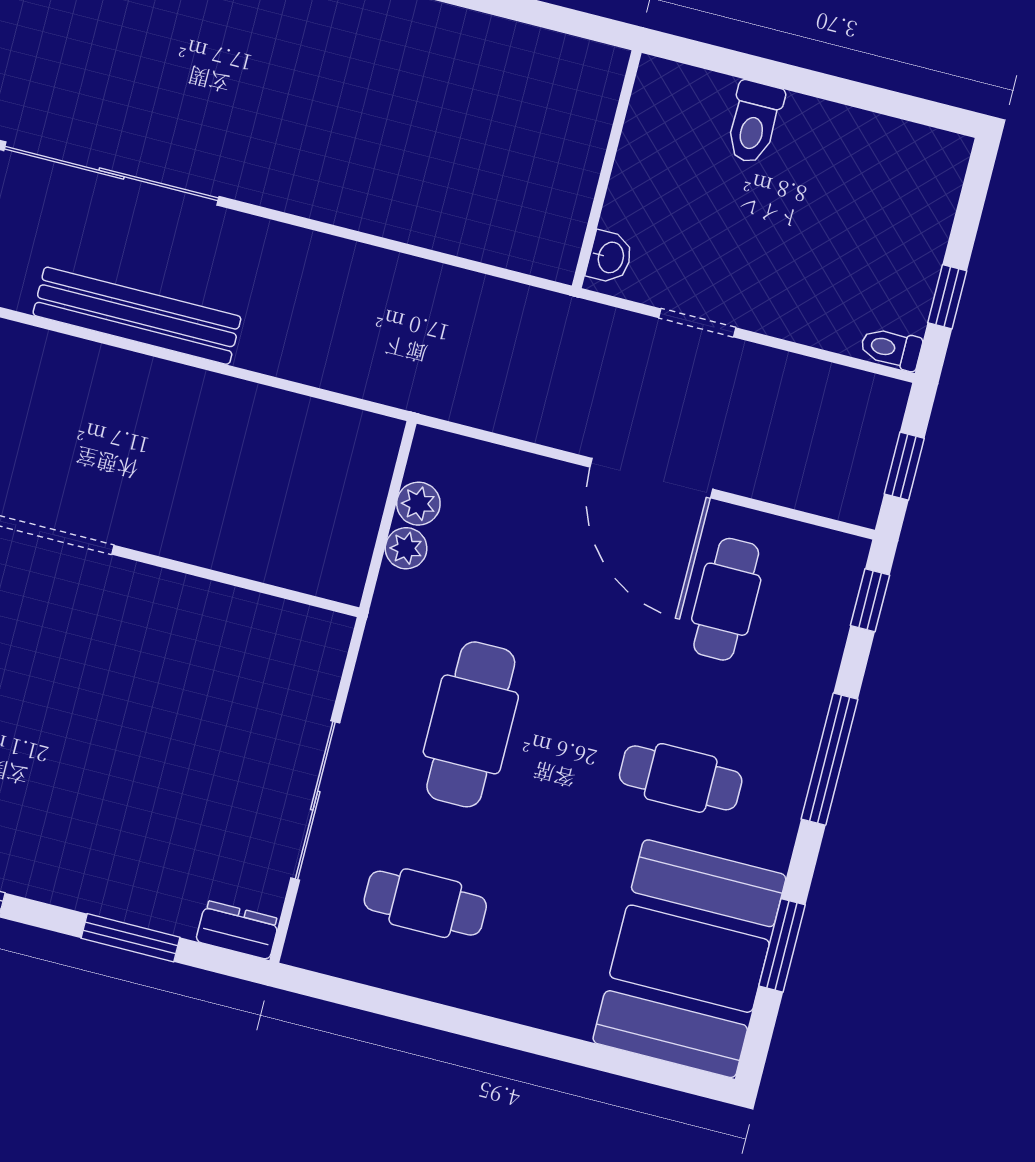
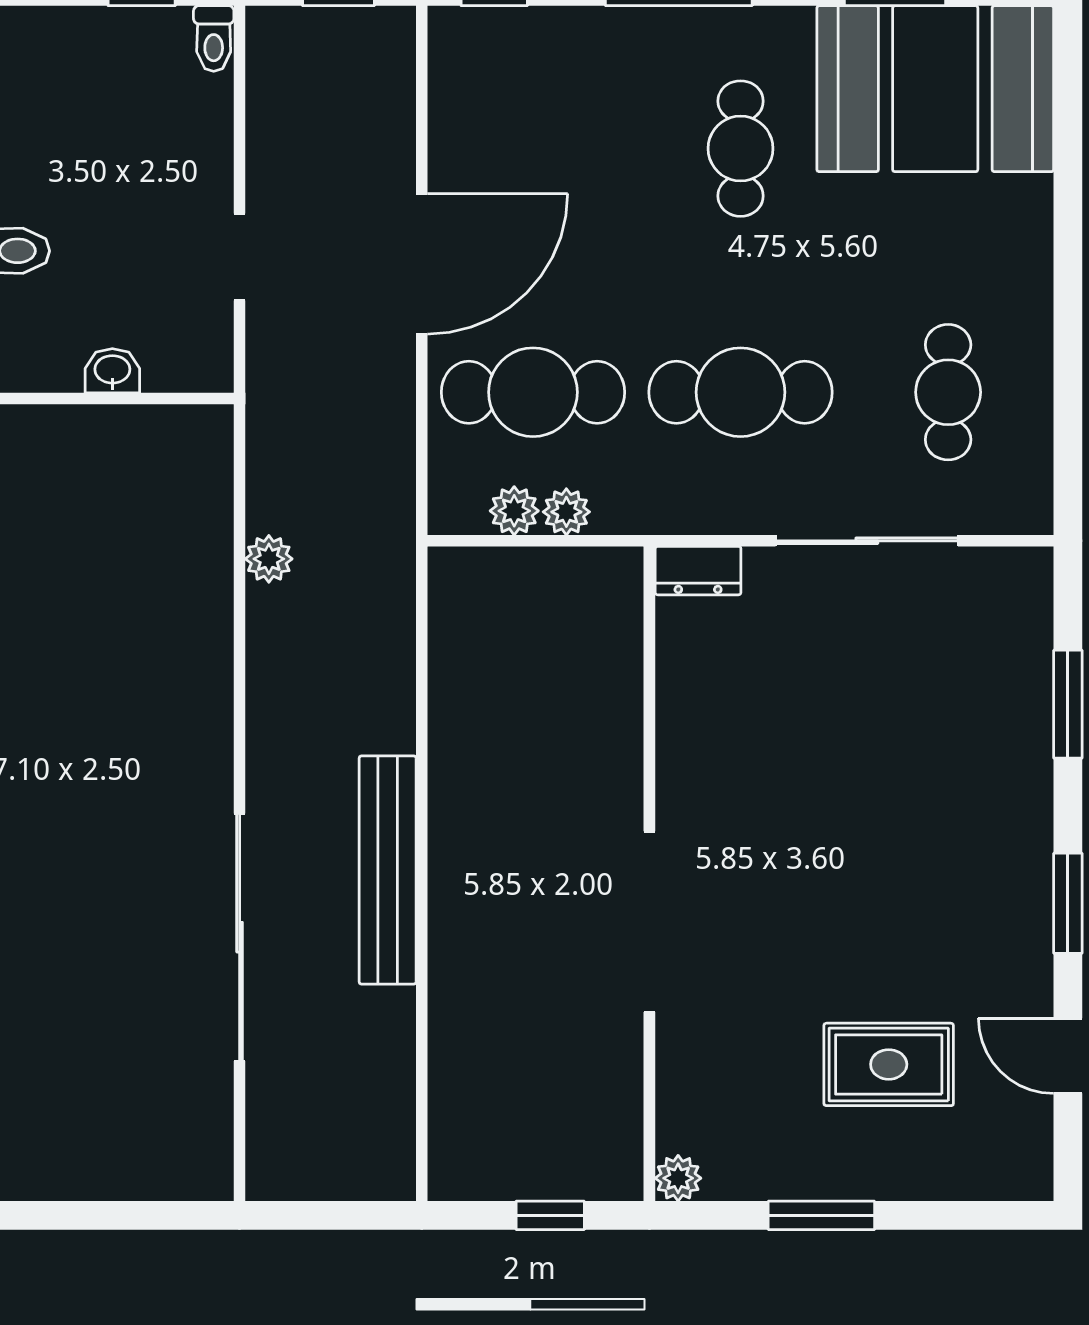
washbasin: (610, 257) -> (112, 371), moved
plant: (431, 282) -> (269, 559), added
cafe table: (726, 599) -> (533, 392), moved, width x1.37, depth x1.35
dresser: (238, 930) -> (698, 571), moved, turned -90

